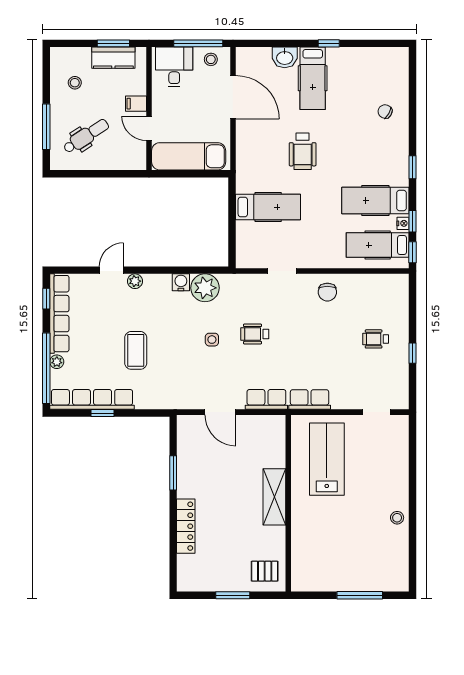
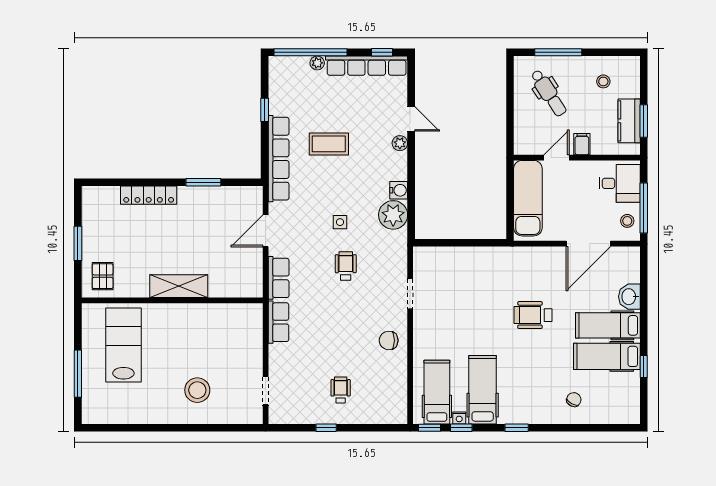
window: (329, 43) -> (644, 366), moved
hospital bed: (268, 207) -> (607, 356), moved, turned 90
row of seats: (92, 399) -> (279, 159), moved
lab bench: (327, 459) -> (123, 345), moved, turned -90
stool: (397, 518) -> (197, 390), moved, width x1.89, depth x1.89

